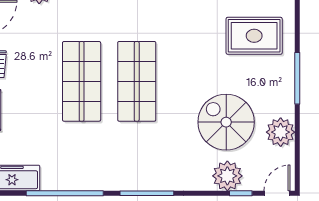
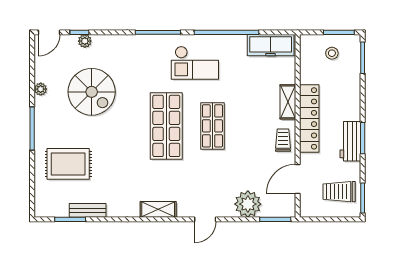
shop shelf: (82, 81) -> (212, 126), width x0.70, depth x0.74
plant: (281, 132) -> (41, 89), width x0.53, depth x0.53
checkout: (103, 157) -> (195, 63), added
plant: (227, 176) -> (85, 41), width x0.53, depth x0.53

